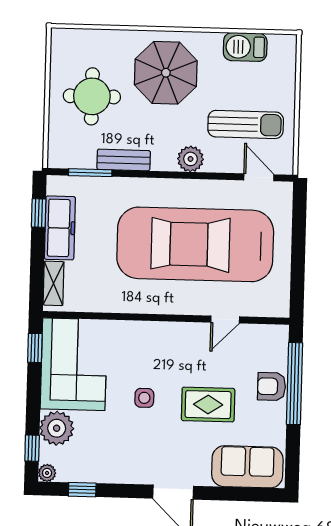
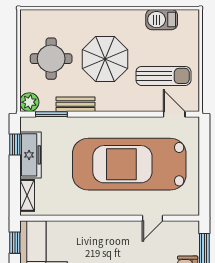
parasol: (166, 73) -> (105, 59), moved
plant: (191, 159) -> (29, 102), moved

